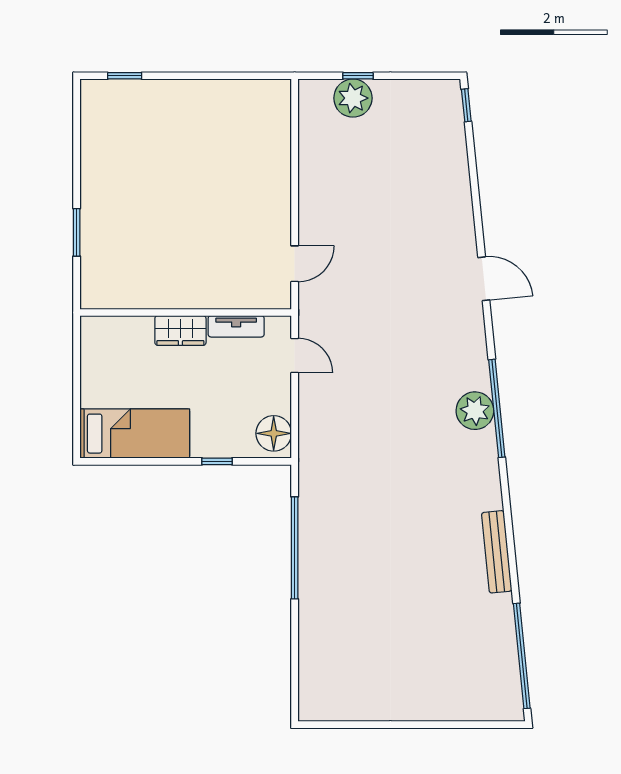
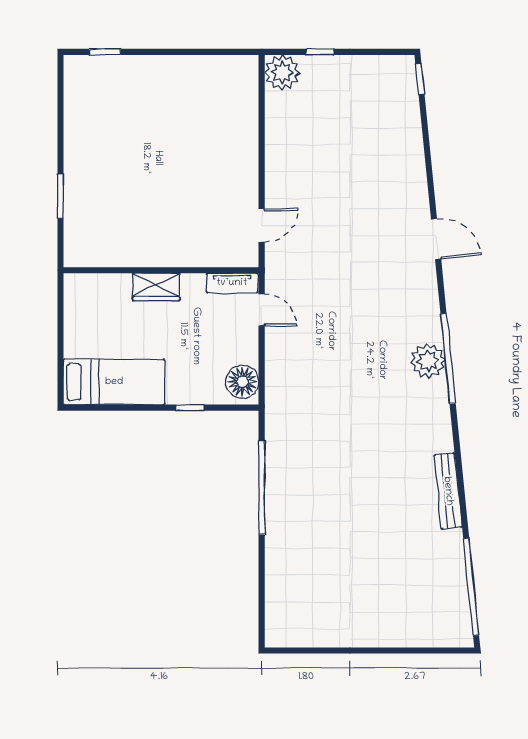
plant: (353, 98) -> (282, 72), moved
tv unit: (236, 326) -> (232, 283), moved

